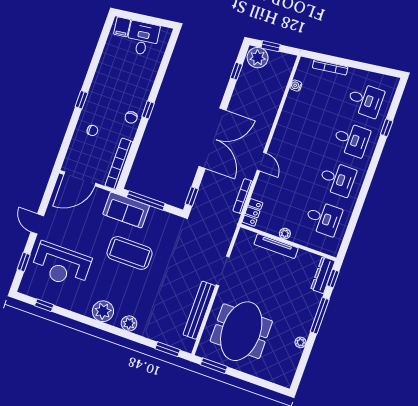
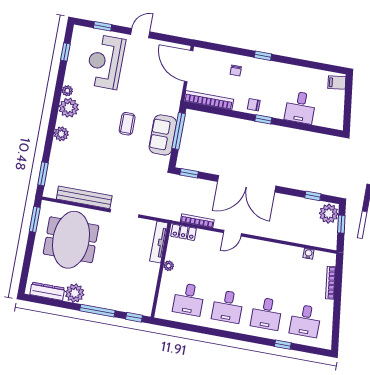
desk: (143, 38) -> (300, 107), moved, turned 97
sofa: (126, 210) -> (163, 135), moved
tv unit: (276, 246) -> (159, 242), moved
coffee table: (130, 253) -> (127, 124), width x0.54, depth x0.58
dresser: (323, 275) -> (47, 291), moved
plant: (85, 310) -> (67, 91), added
meeting table: (241, 331) -> (71, 240), turned 90
plant: (300, 342) -> (75, 293), width x1.87, depth x1.87

